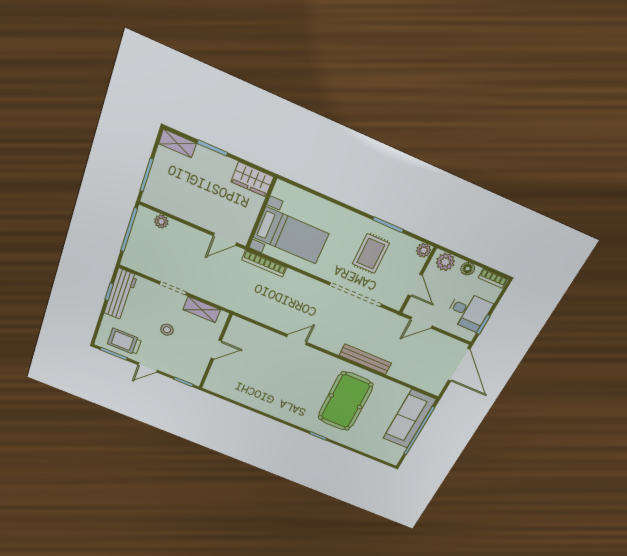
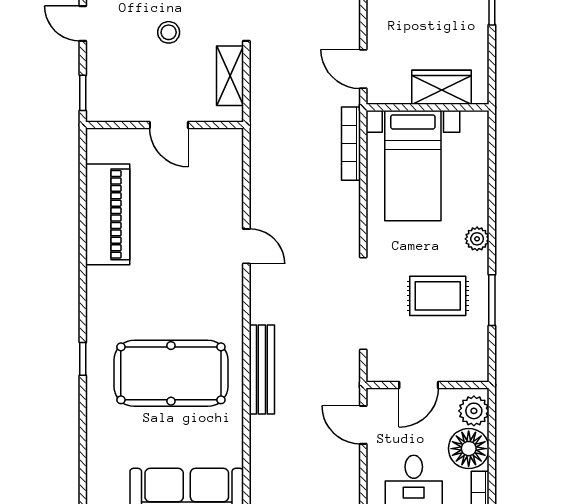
wardrobe: (252, 179) -> (441, 87), moved, turned 90
plant: (424, 250) -> (477, 239), moved
floor lamp: (468, 269) -> (469, 449), width x1.89, depth x1.89
piano: (251, 396) -> (108, 214), added

